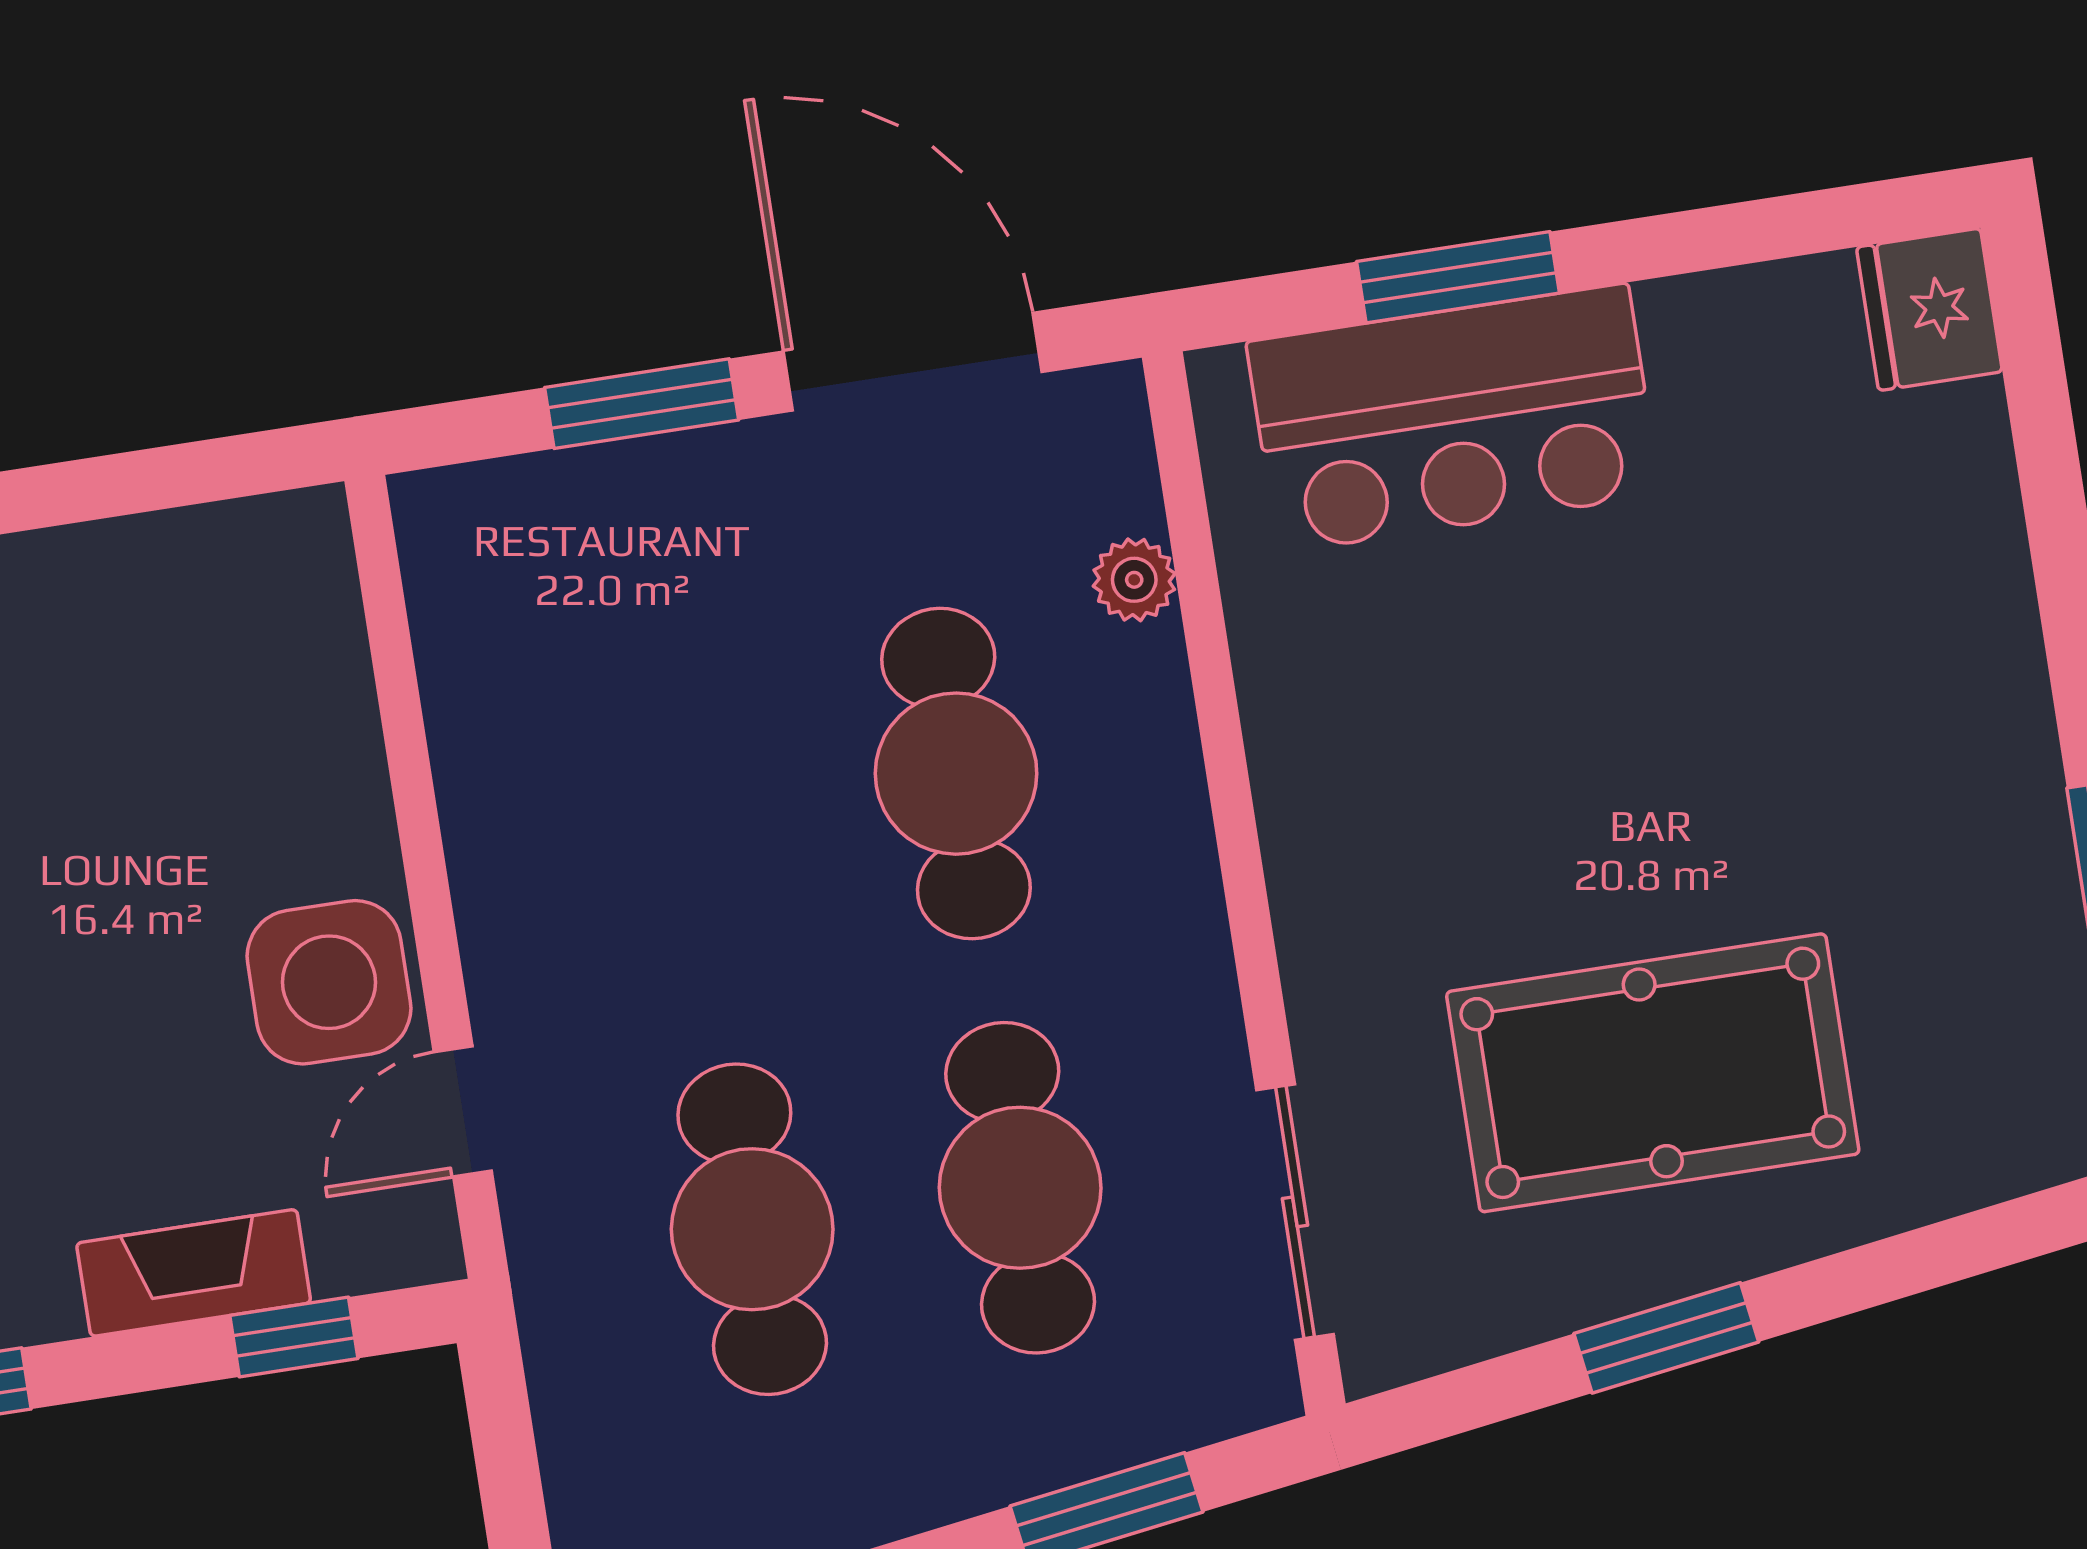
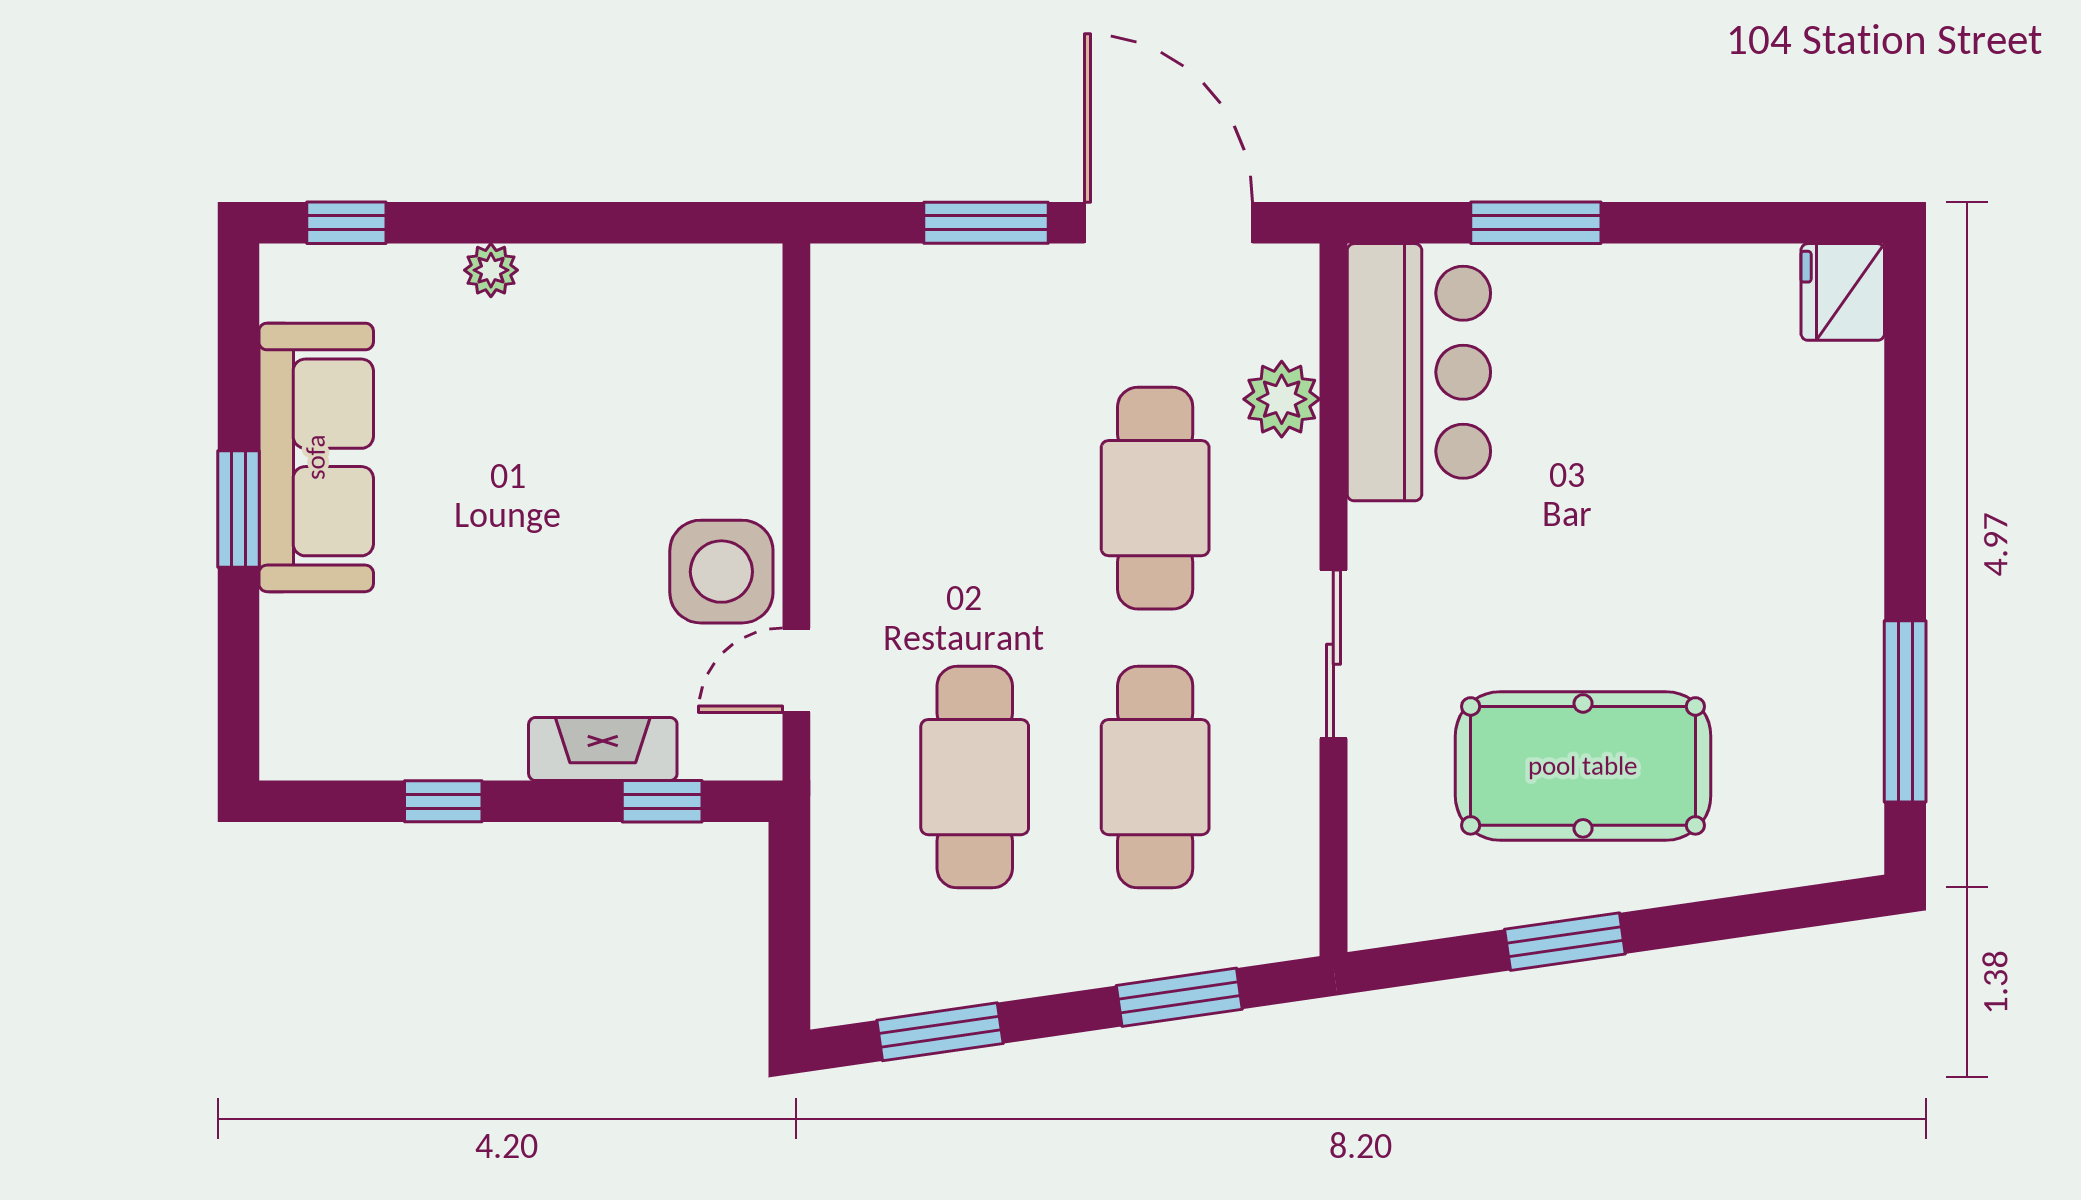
bar counter: (1453, 418) -> (1419, 372), moved, turned -90
plant: (1134, 580) -> (1282, 399), width x1.38, depth x1.38
sliding door: (1295, 1212) -> (1333, 654), moved

